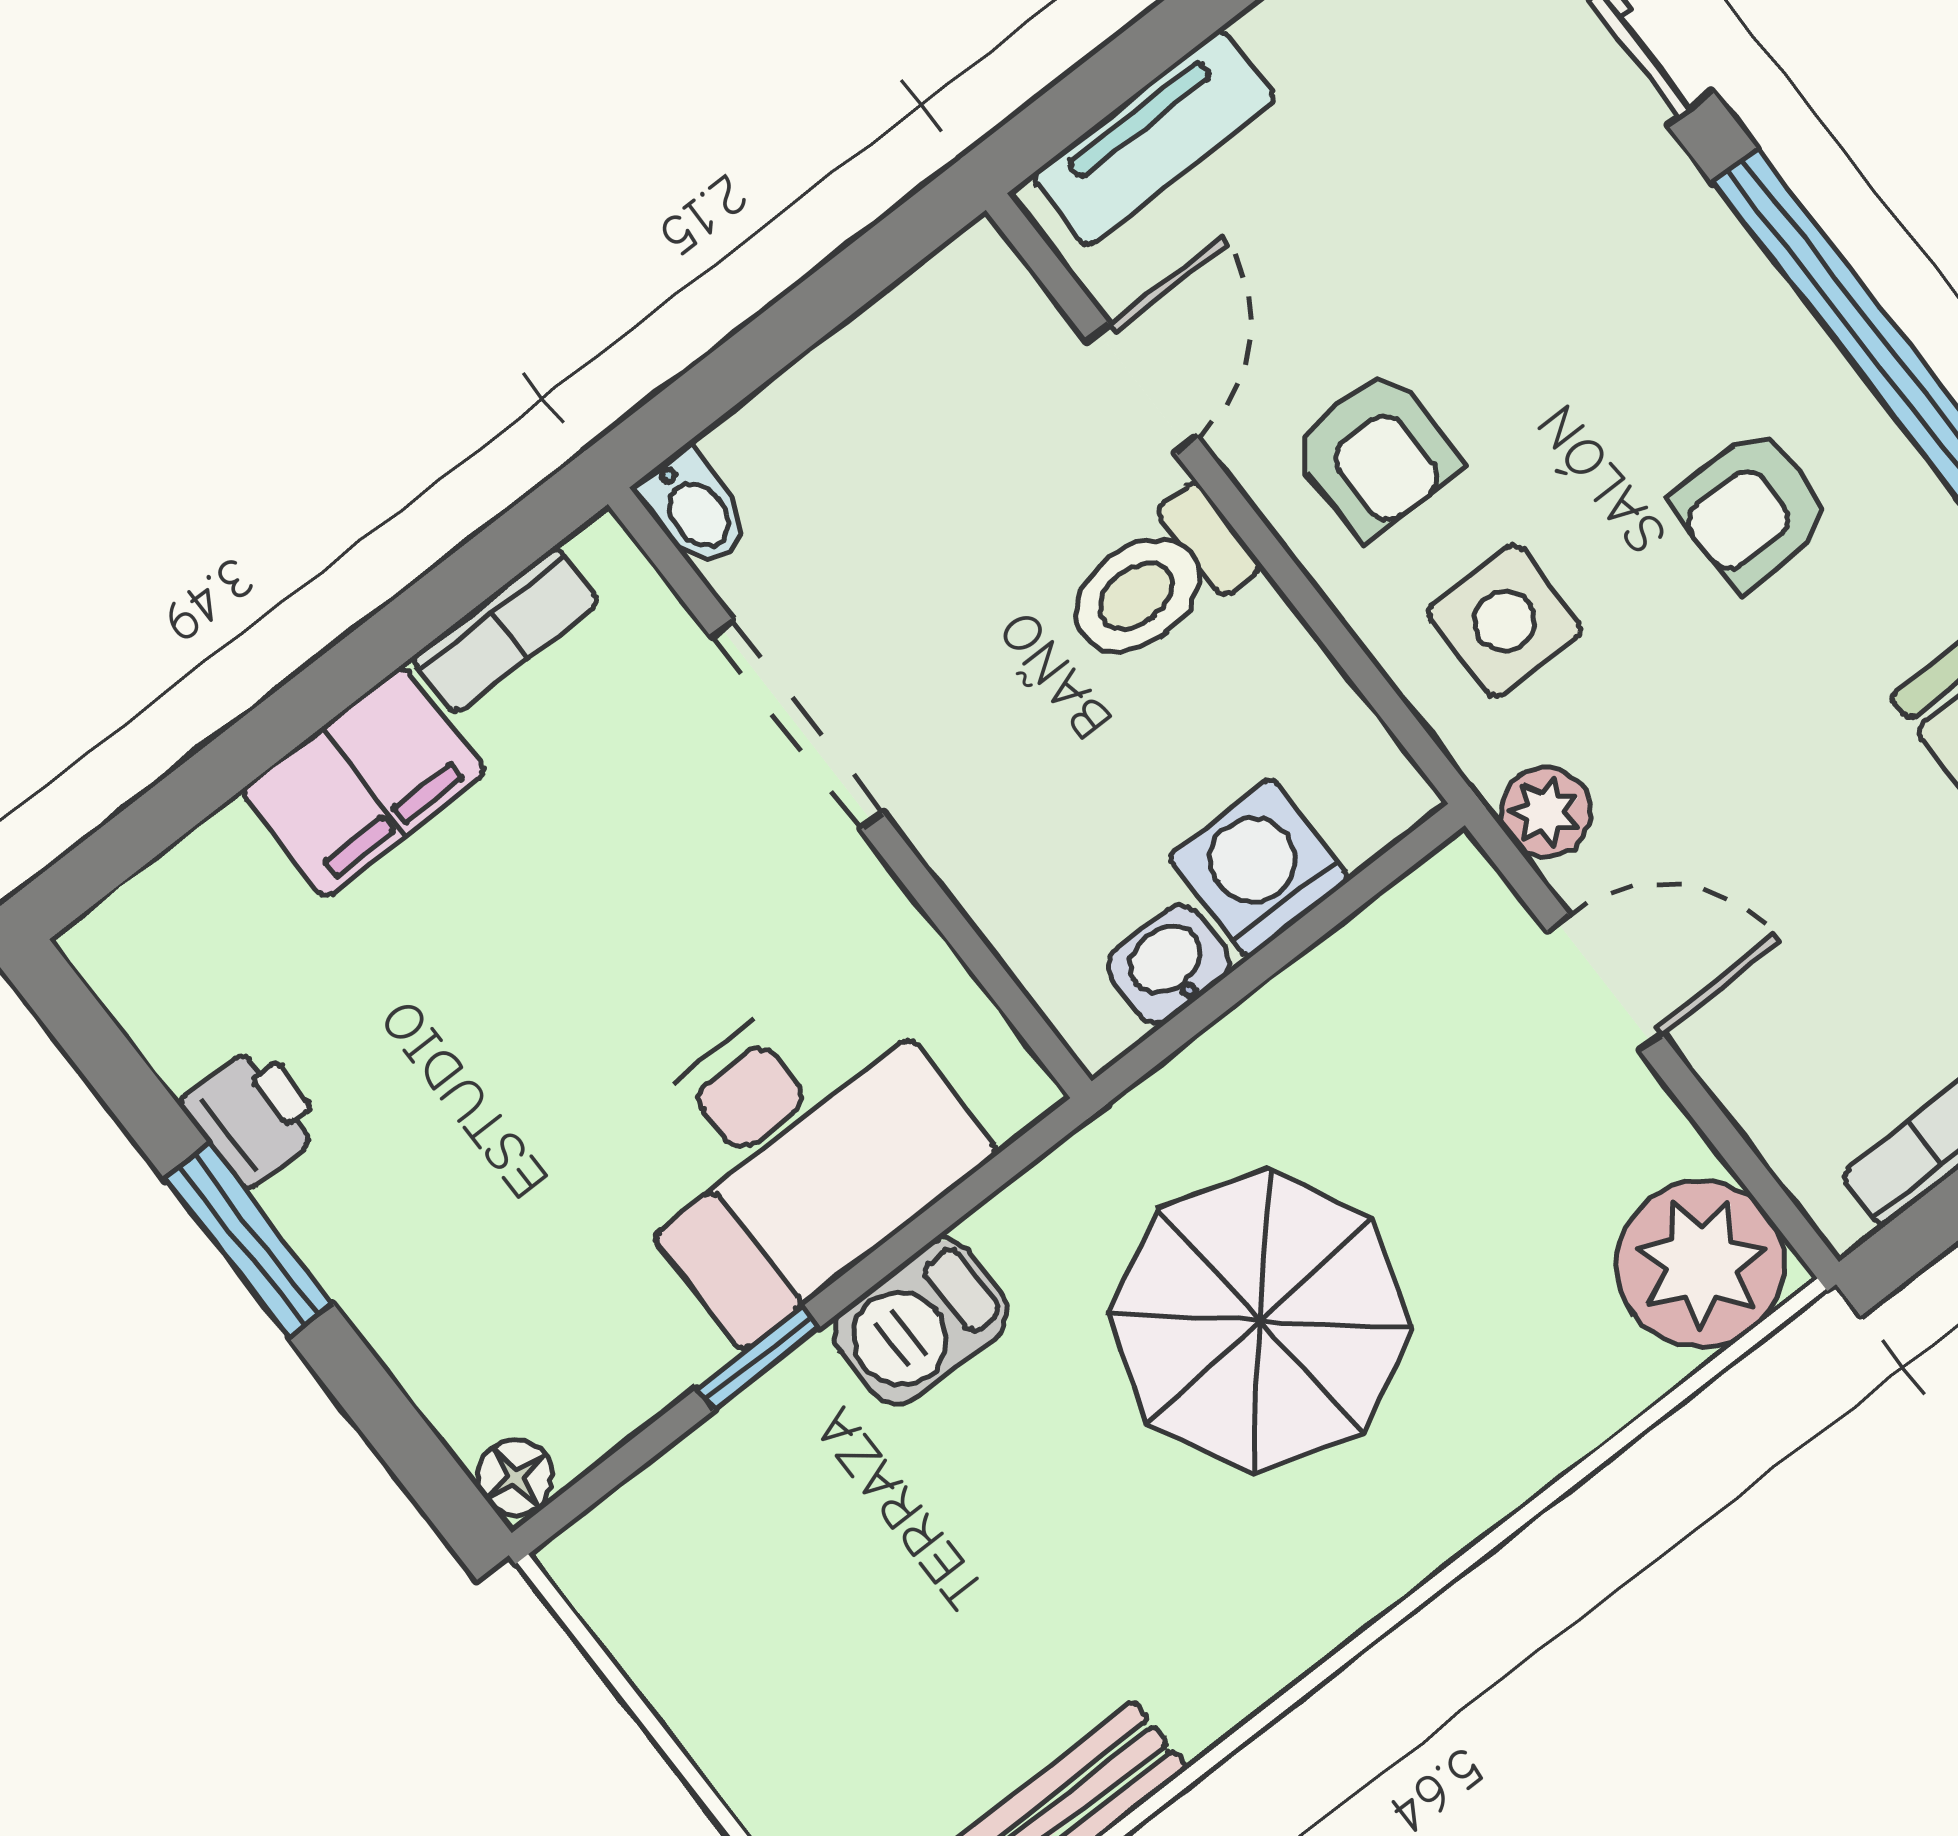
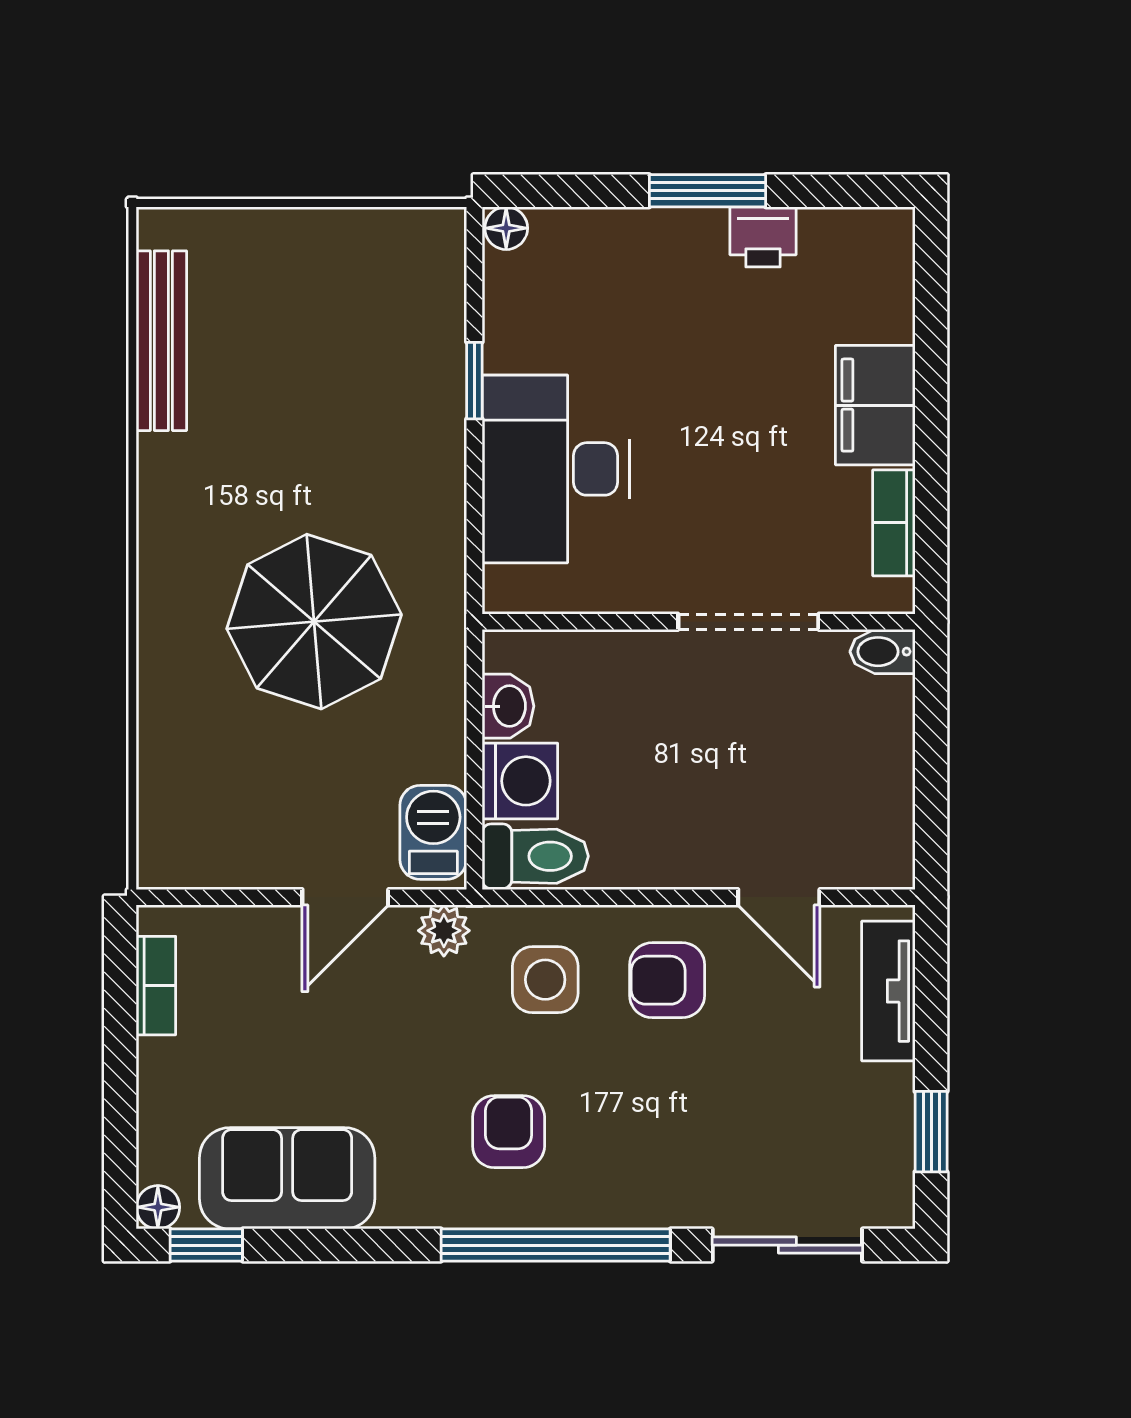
toilet: (1157, 580) -> (535, 856), moved, turned 90
plant: (1701, 1264) -> (184, 841), removed
barbecue: (921, 1322) -> (433, 832), moved

